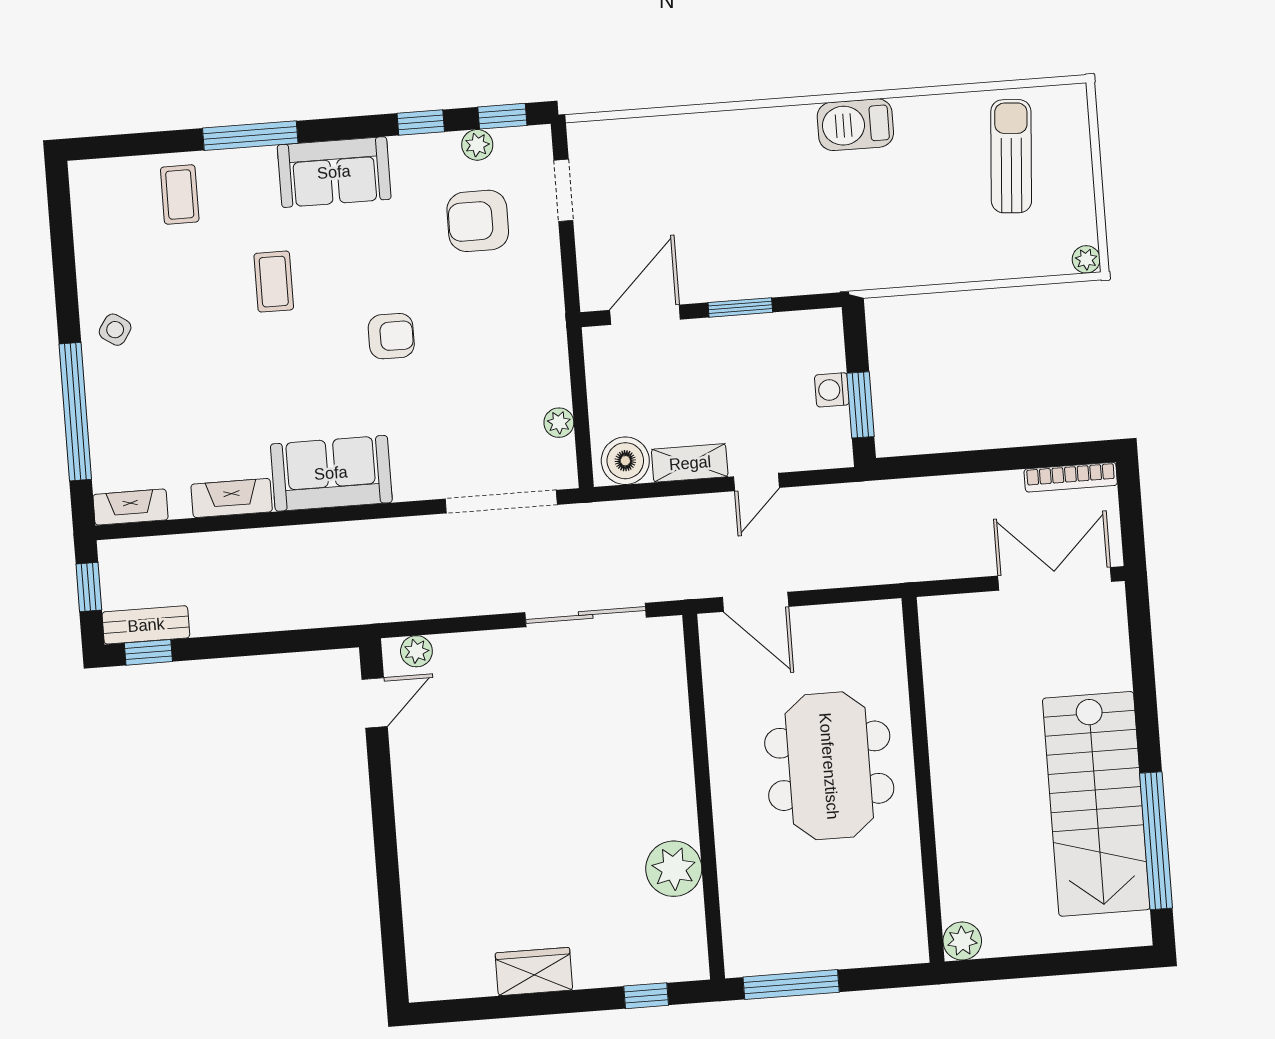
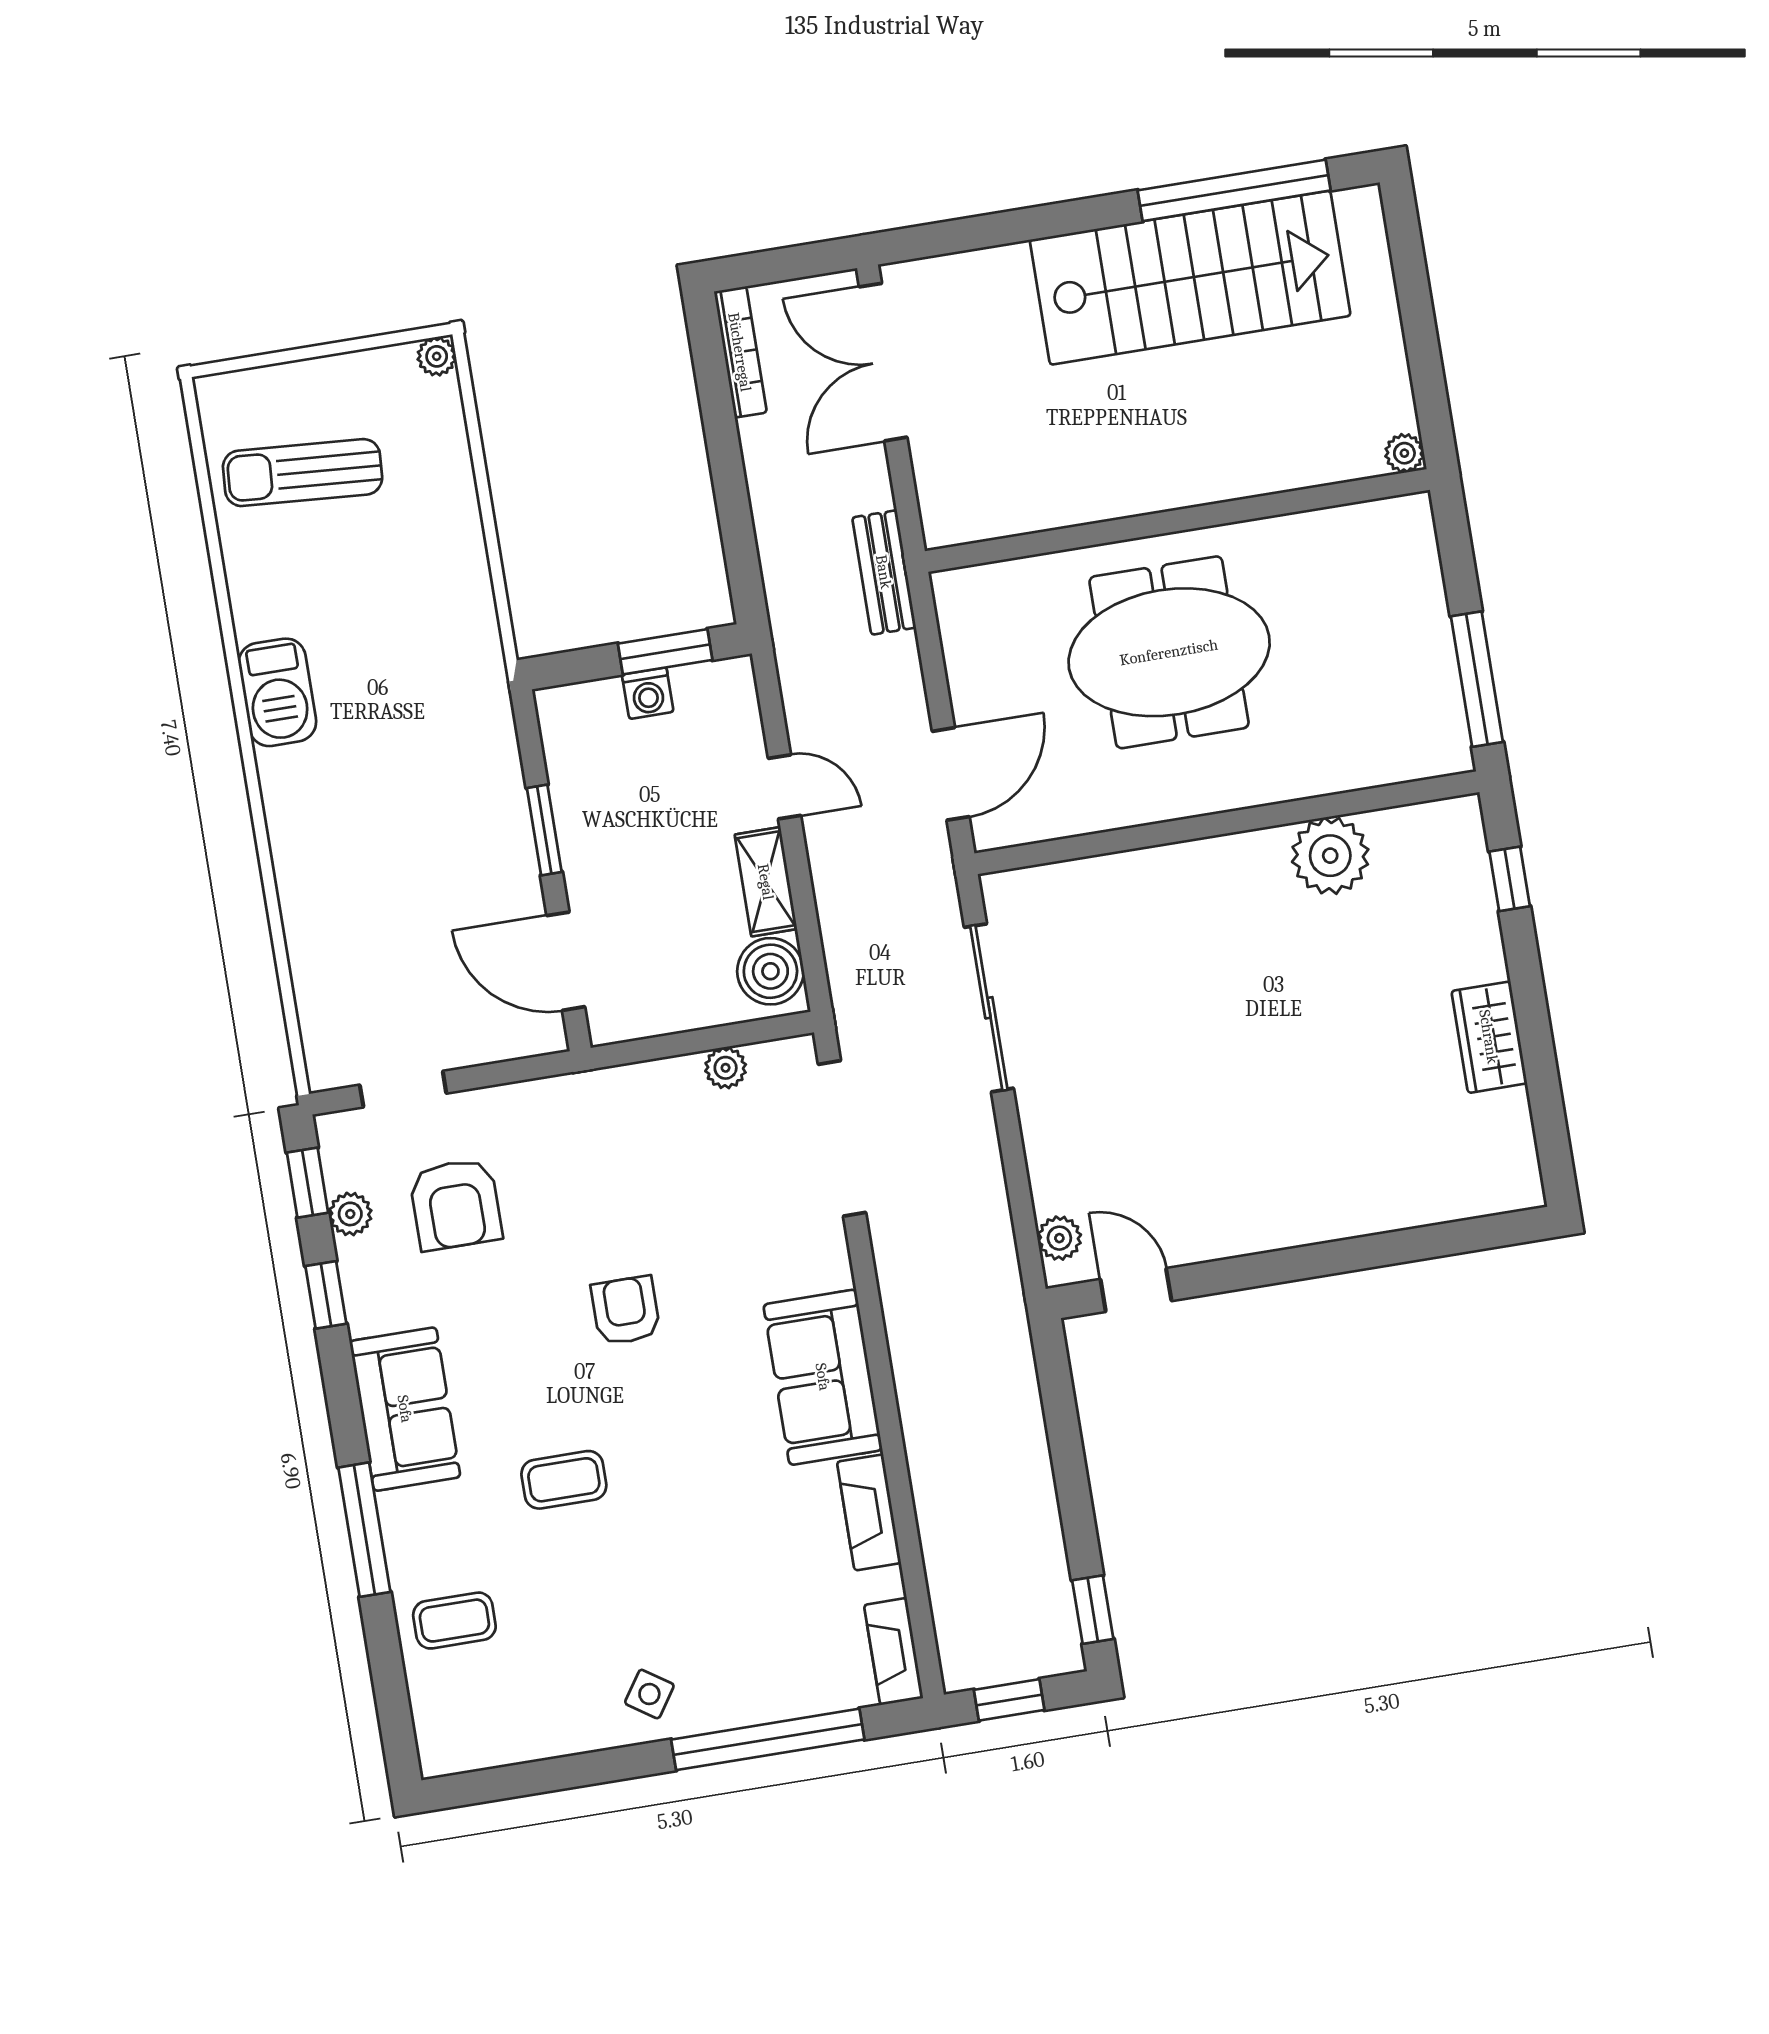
bench: (146, 625) -> (884, 572), moved
plant: (962, 941) -> (1404, 453), width x0.73, depth x0.73

